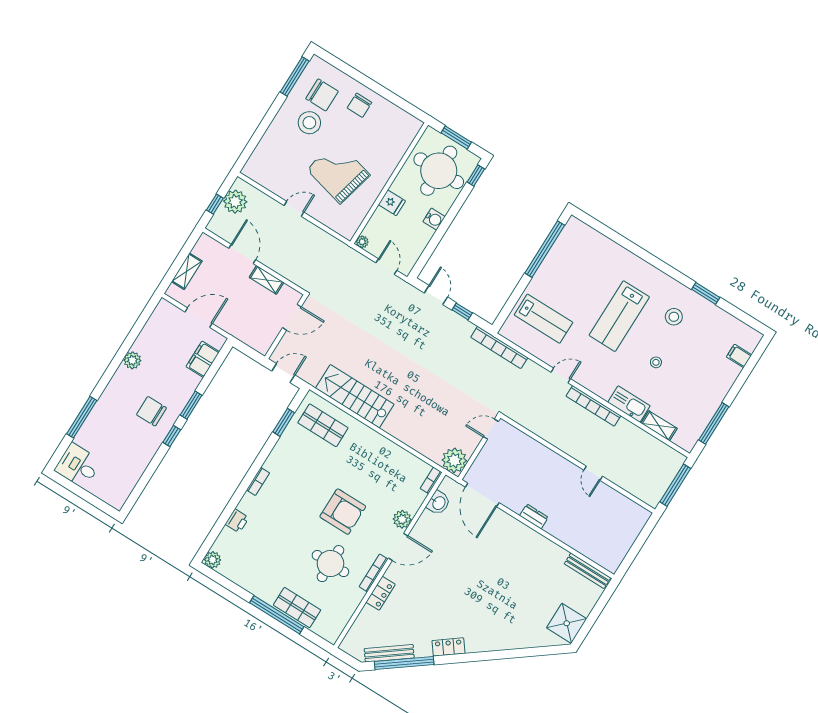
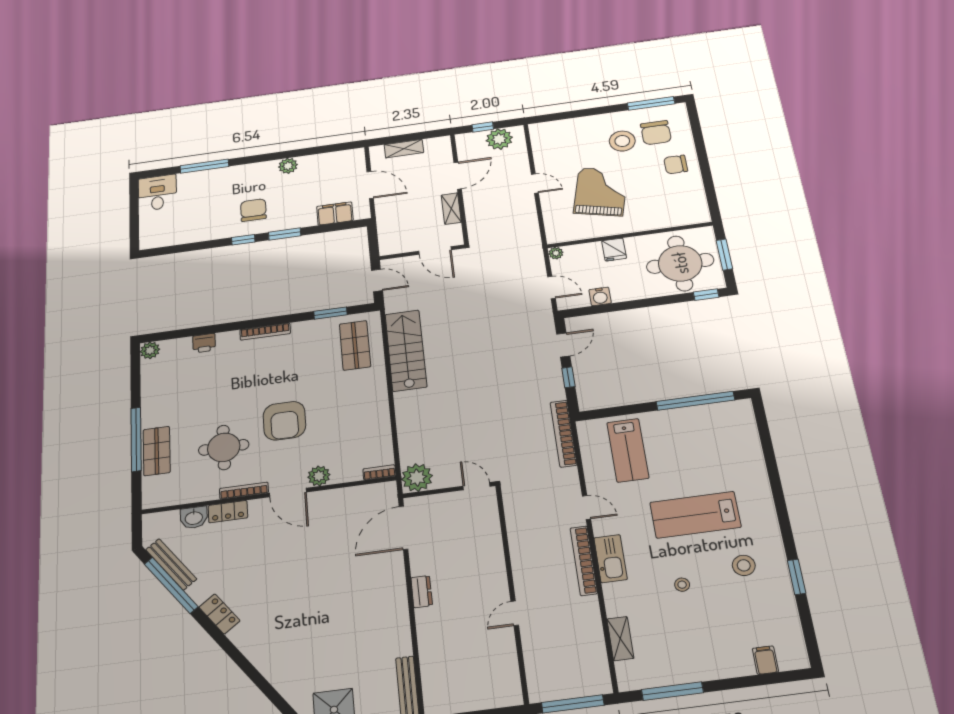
water cooler: (434, 219) -> (600, 296), moved
door: (386, 267) -> (551, 287), hinge flipped
kitchen sink: (629, 404) -> (611, 559), moved
bookcase: (258, 481) -> (265, 332), width x1.56
washbasin: (438, 503) -> (194, 518), moved

